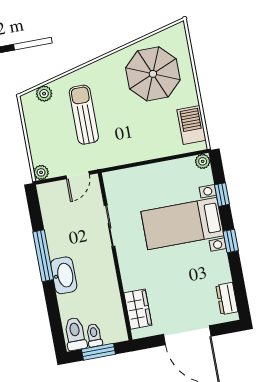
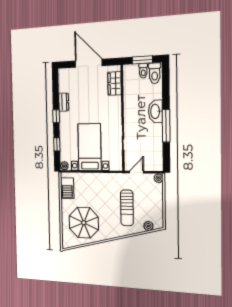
bed with nightstands: (182, 224) -> (90, 147), moved, turned -90
dresser: (227, 299) -> (64, 102), moved

